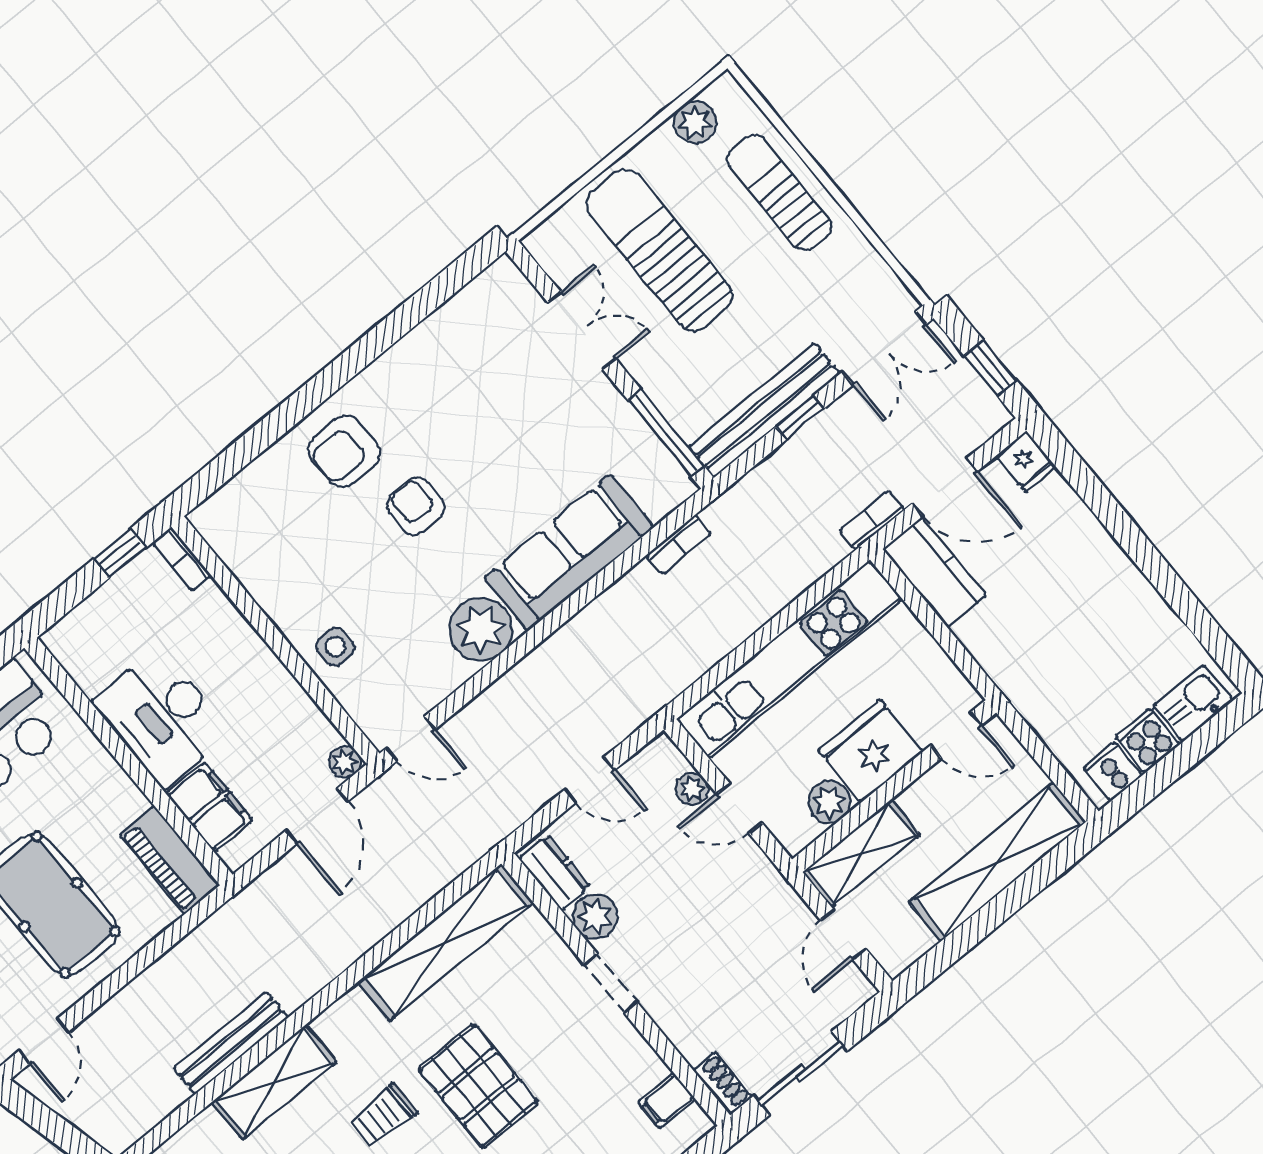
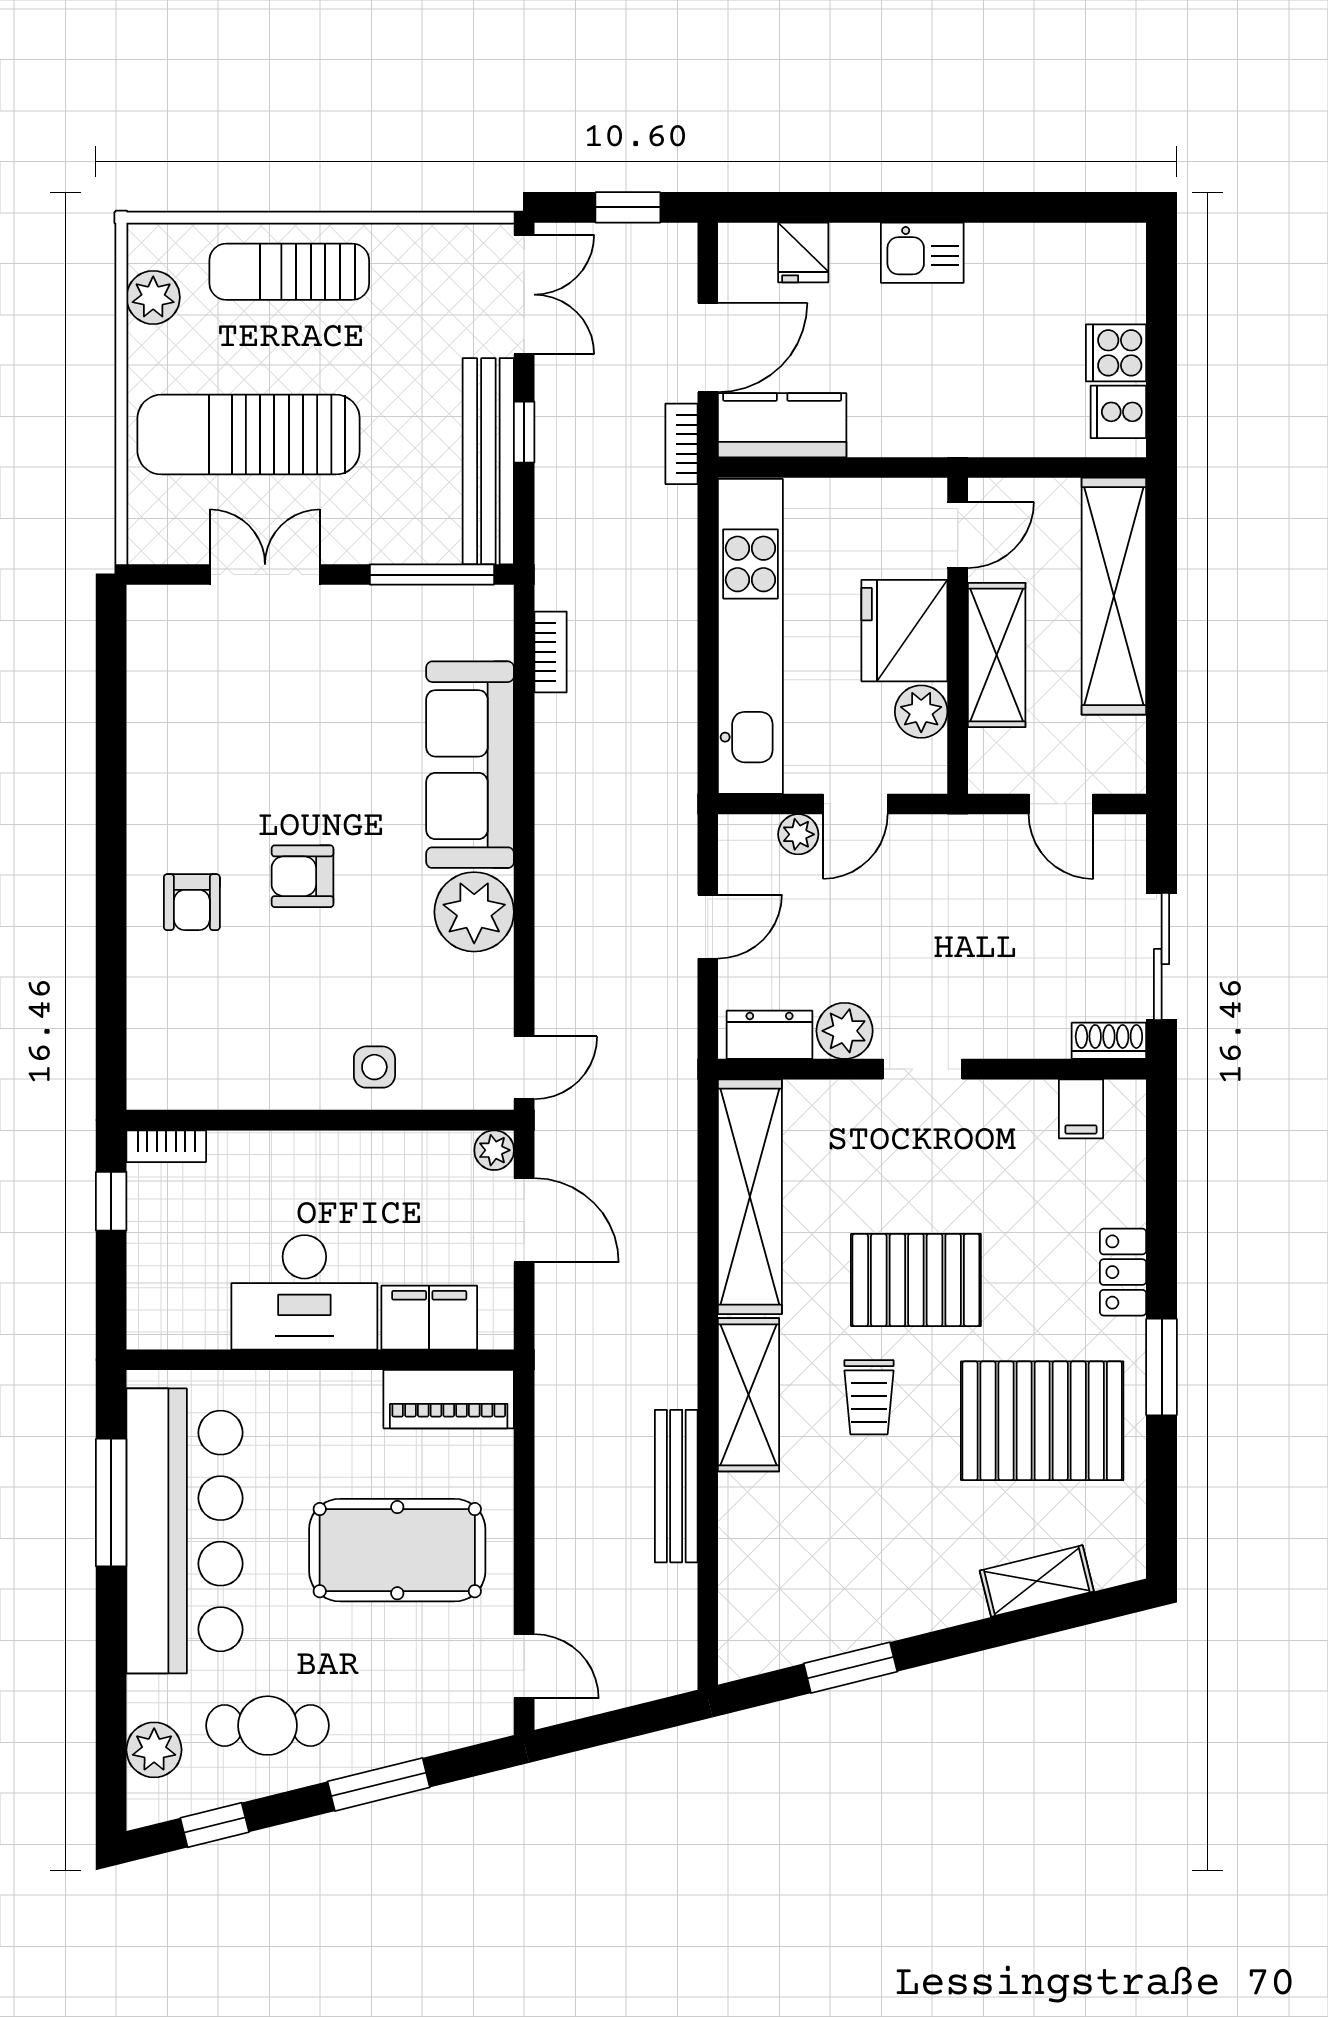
armchair: (344, 451) -> (192, 902), width x0.72, depth x0.72
fridge: (1026, 462) -> (803, 253), moved, turned 90
kitchen sink: (1193, 703) -> (922, 253), moved, turned -90
shelving: (861, 853) -> (997, 655), moved
shelving: (274, 1082) -> (749, 1395), moved

